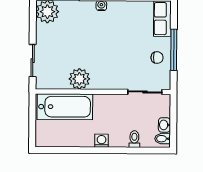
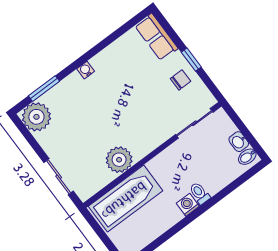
window: (174, 50) -> (191, 60), width x0.46
toilet: (134, 139) -> (200, 193), moved

